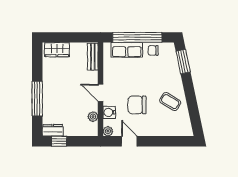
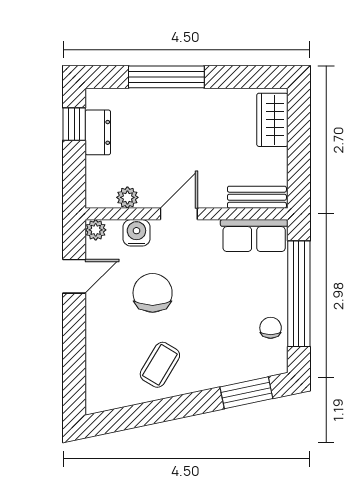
row of seats: (127, 50) -> (254, 236), moved, turned -90
dresser: (53, 130) -> (98, 132), moved

